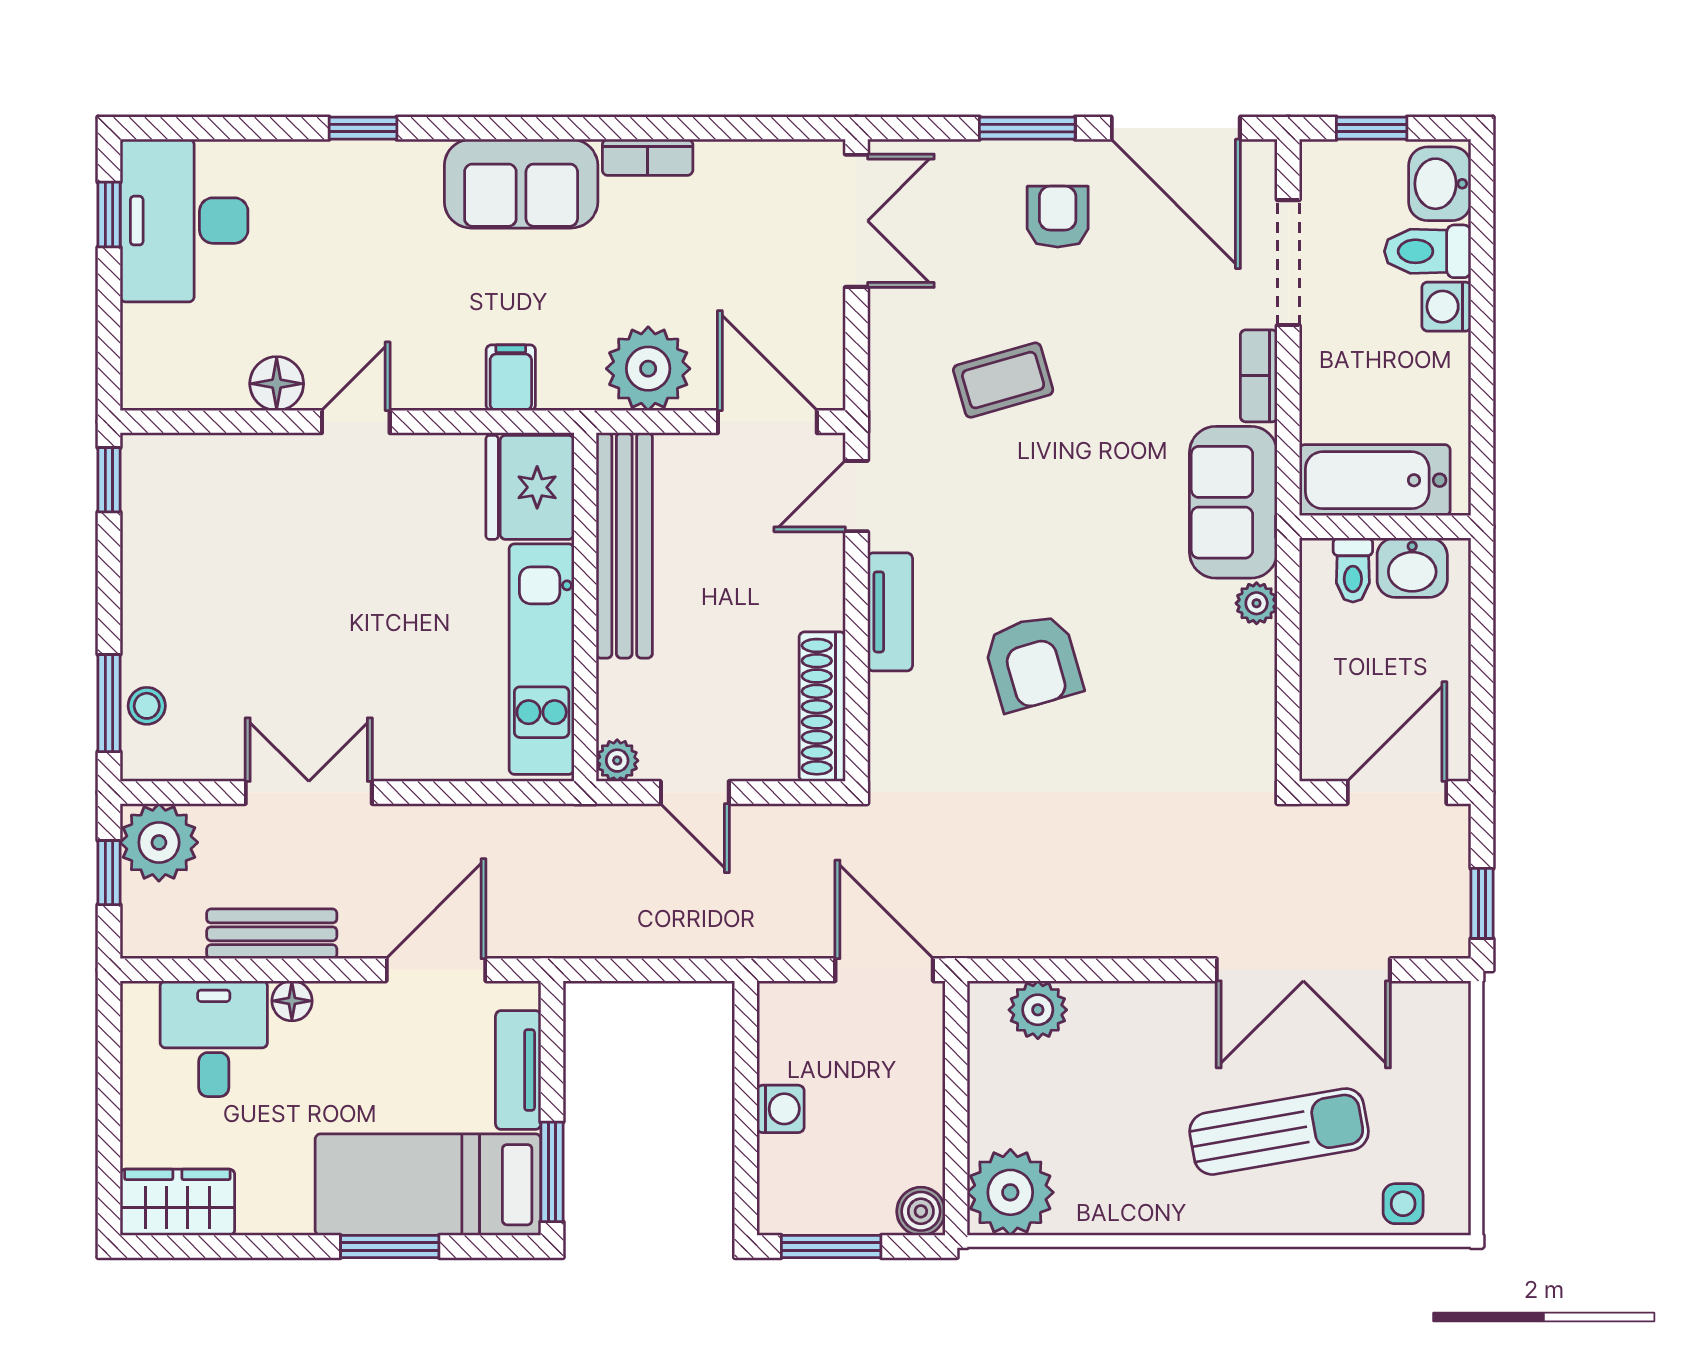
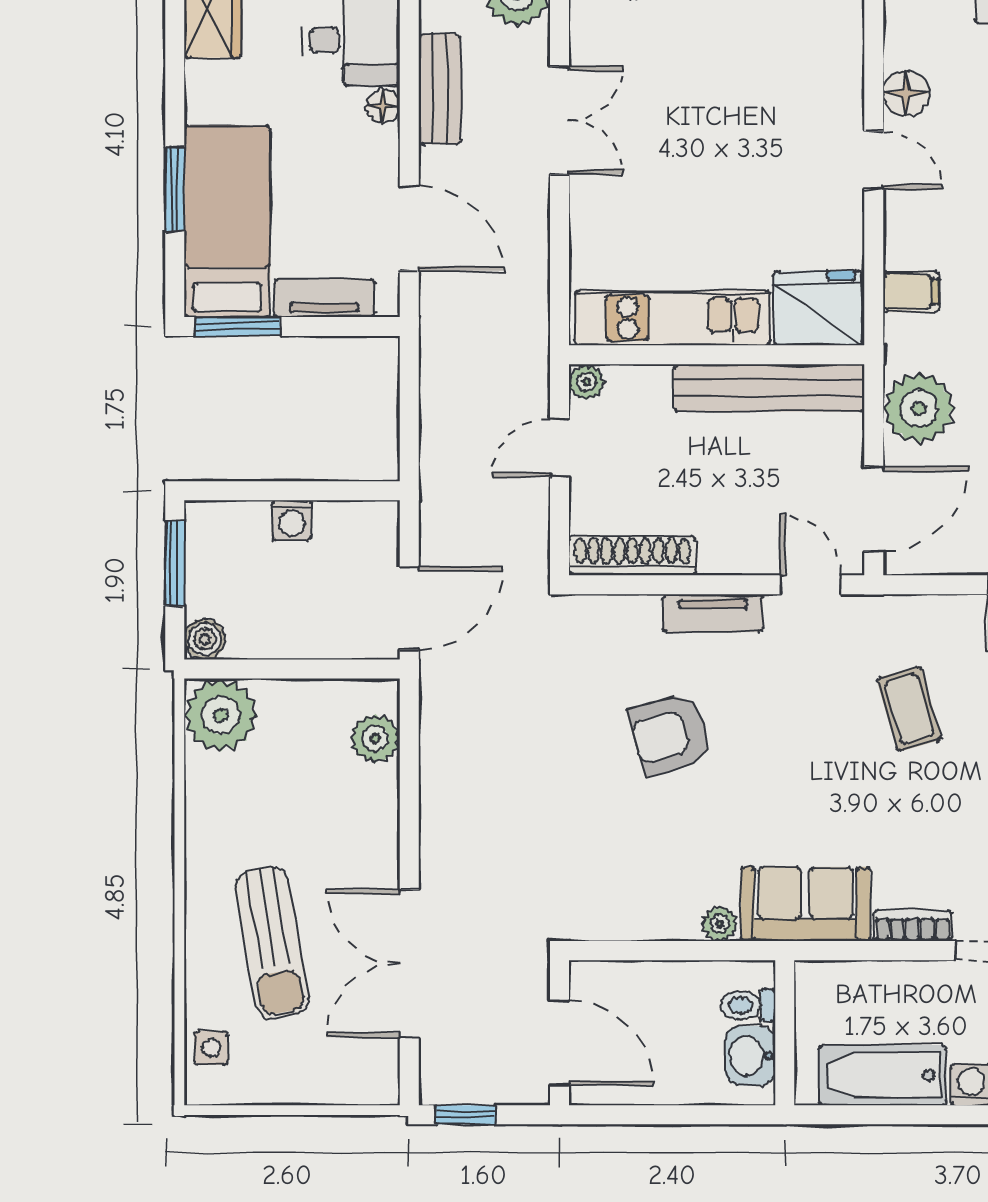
bathtub: (1375, 480) -> (883, 1075), moved, turned -90

